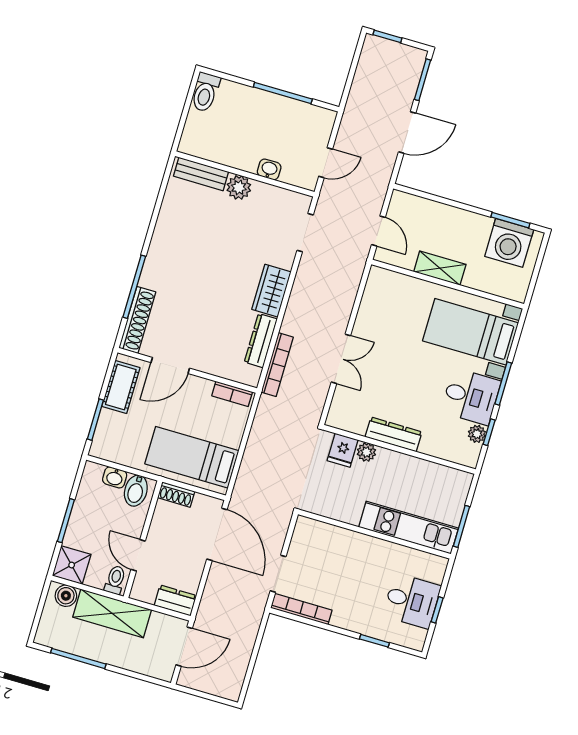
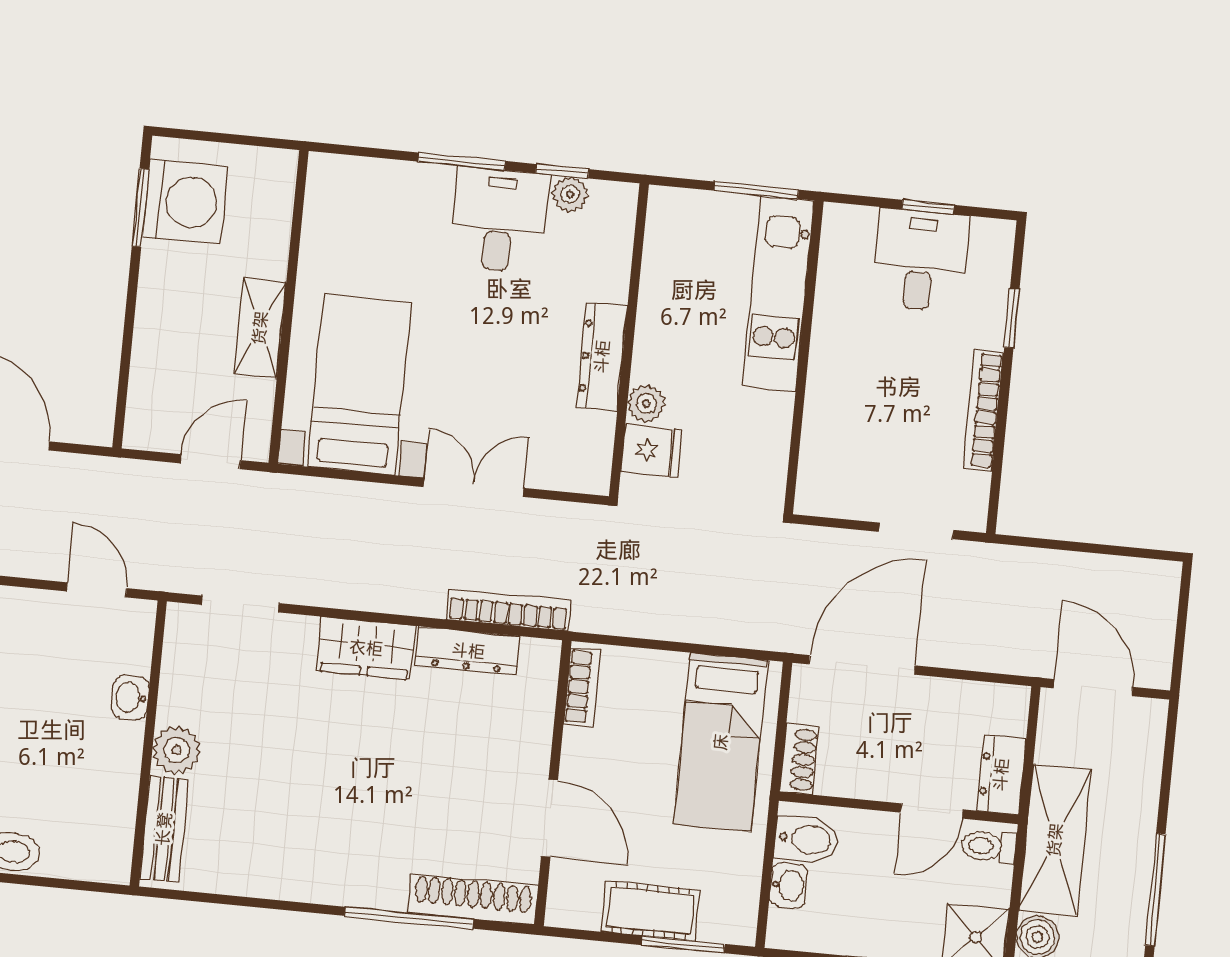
bed with nightstands: (471, 332) -> (359, 385), moved, turned 180
cot: (121, 387) -> (651, 911), moved
dresser: (175, 601) -> (1001, 775), moved
bookcase: (301, 609) -> (983, 410), moved

